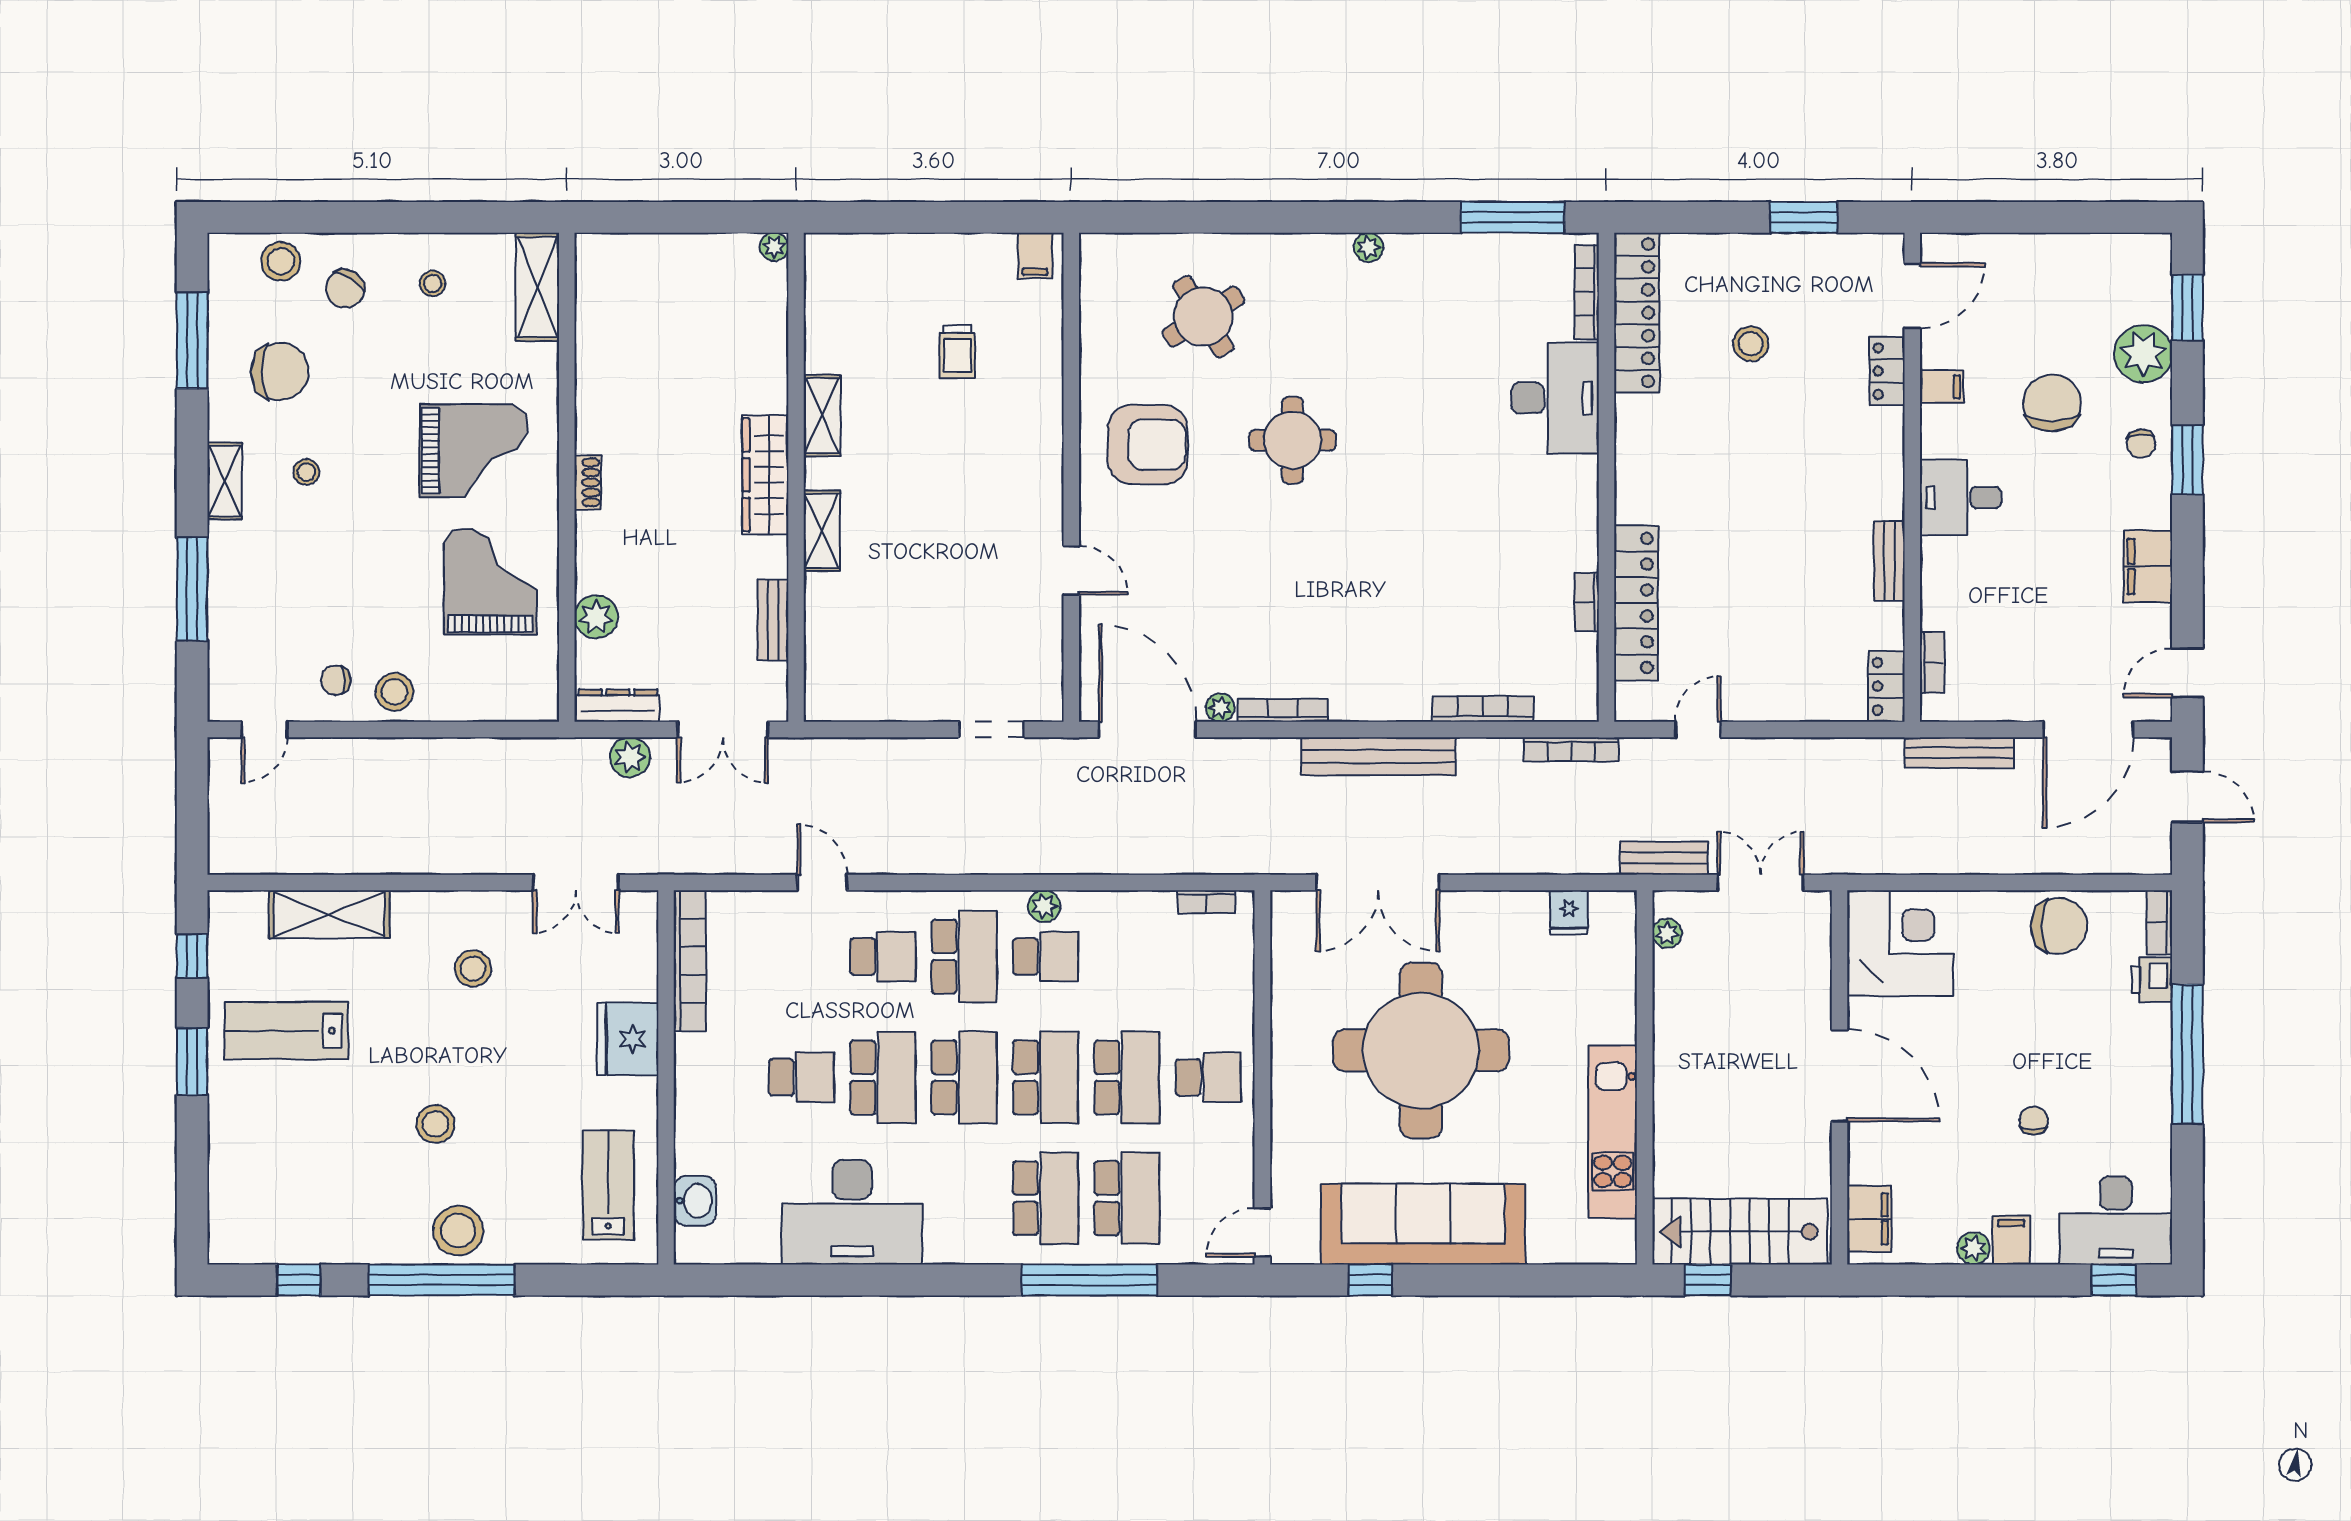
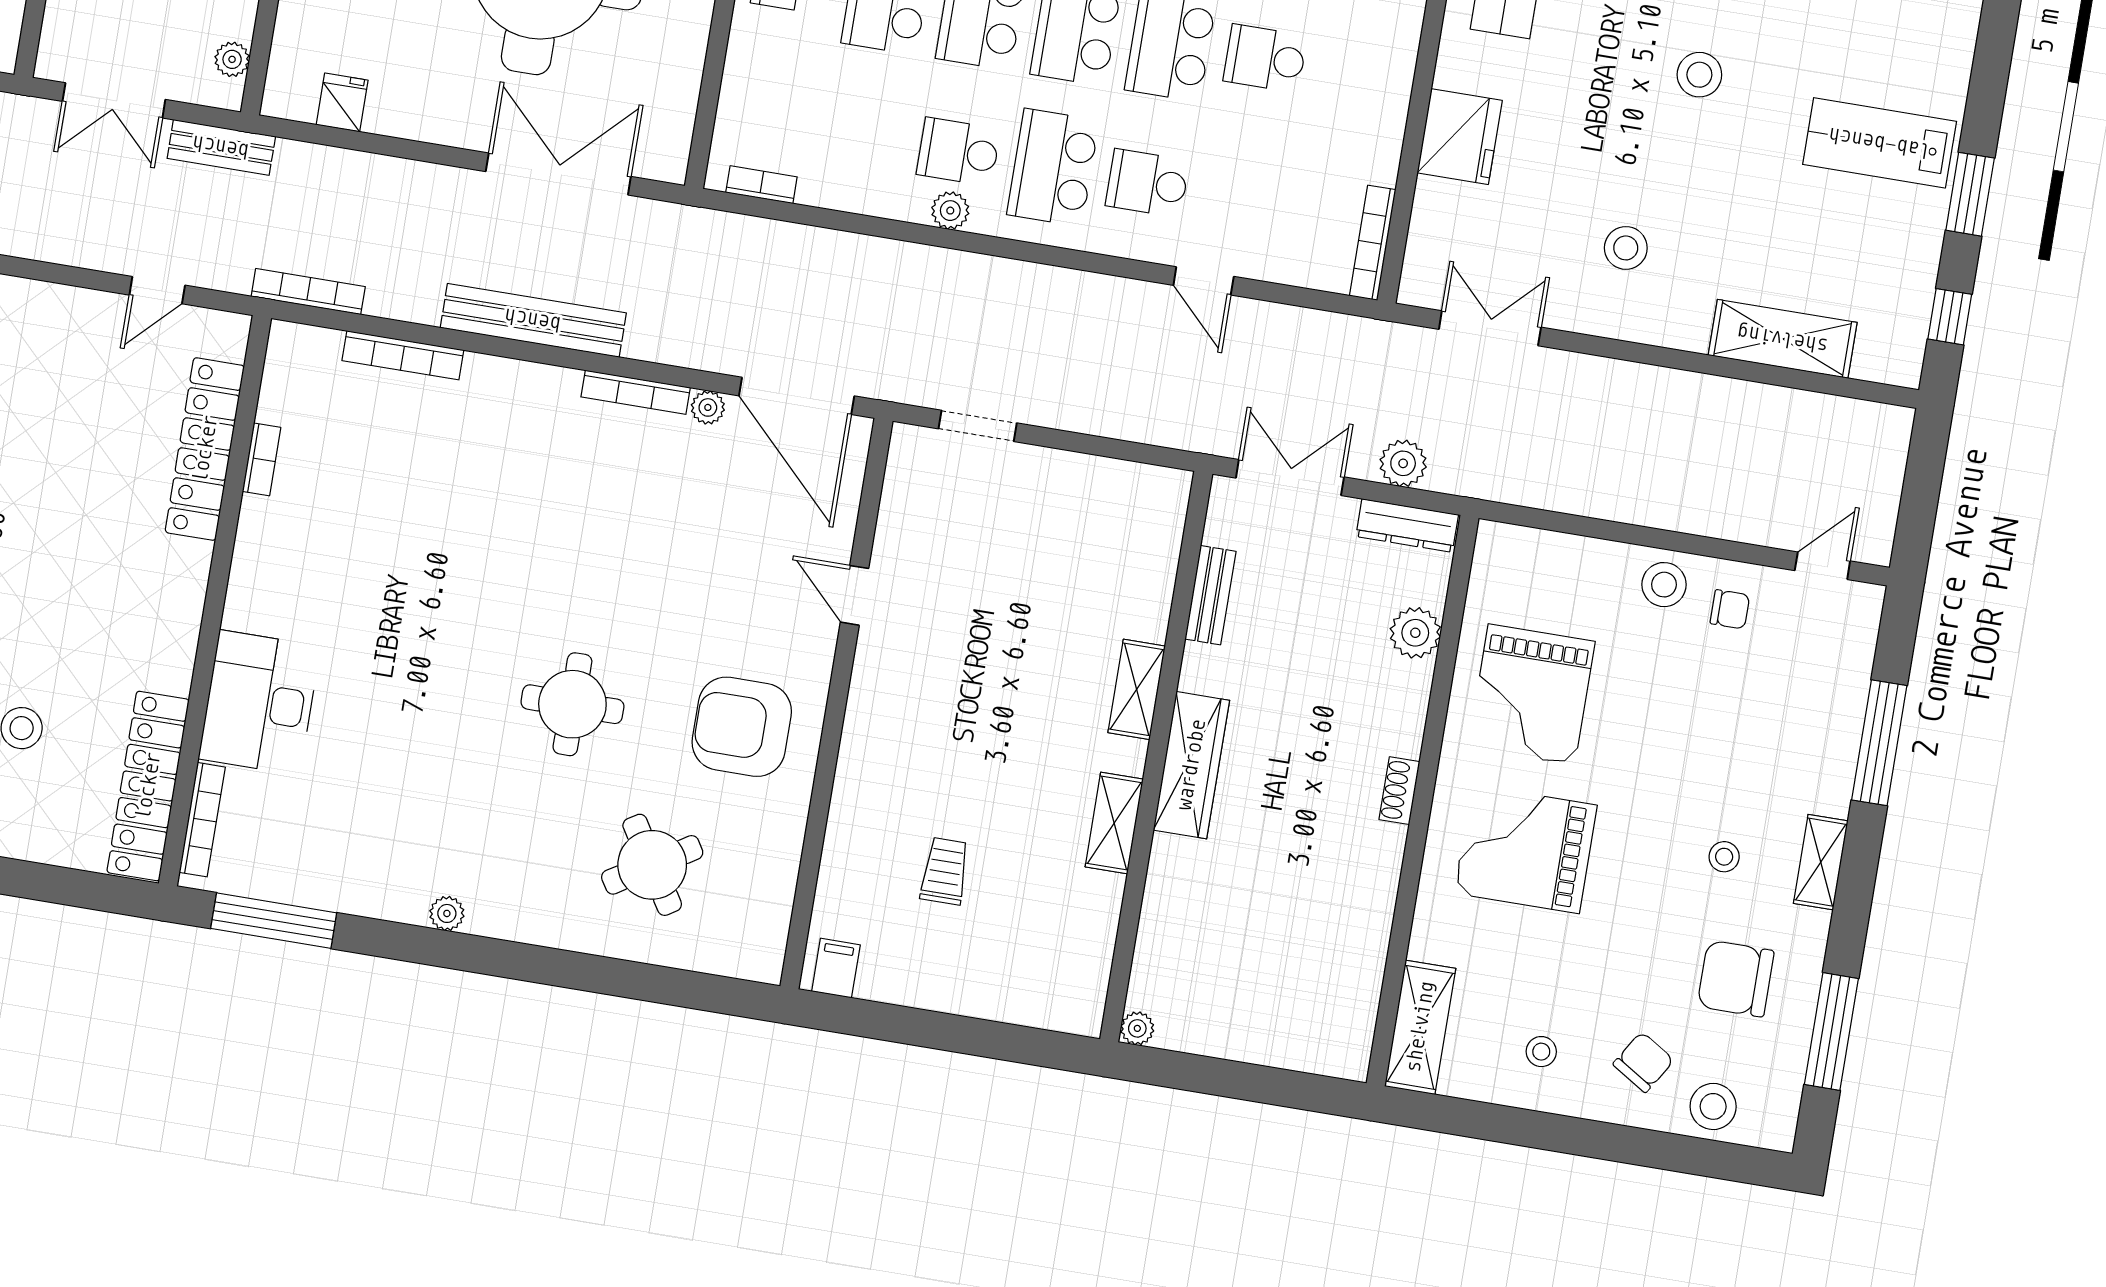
bookcase: (690, 961) -> (1373, 243), width x0.68, depth x0.76
lab bench: (286, 1031) -> (1880, 143), moved, turned 180

